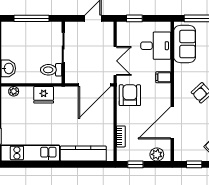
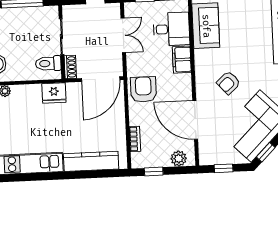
double door: (115, 61) -> (123, 35), moved
shoe rack: (69, 74) -> (70, 67), added
filing cabinet: (163, 77) -> (182, 60), width x2.00
fridge: (44, 95) -> (54, 93), moved
door: (172, 123) -> (195, 120), hinge flipped

